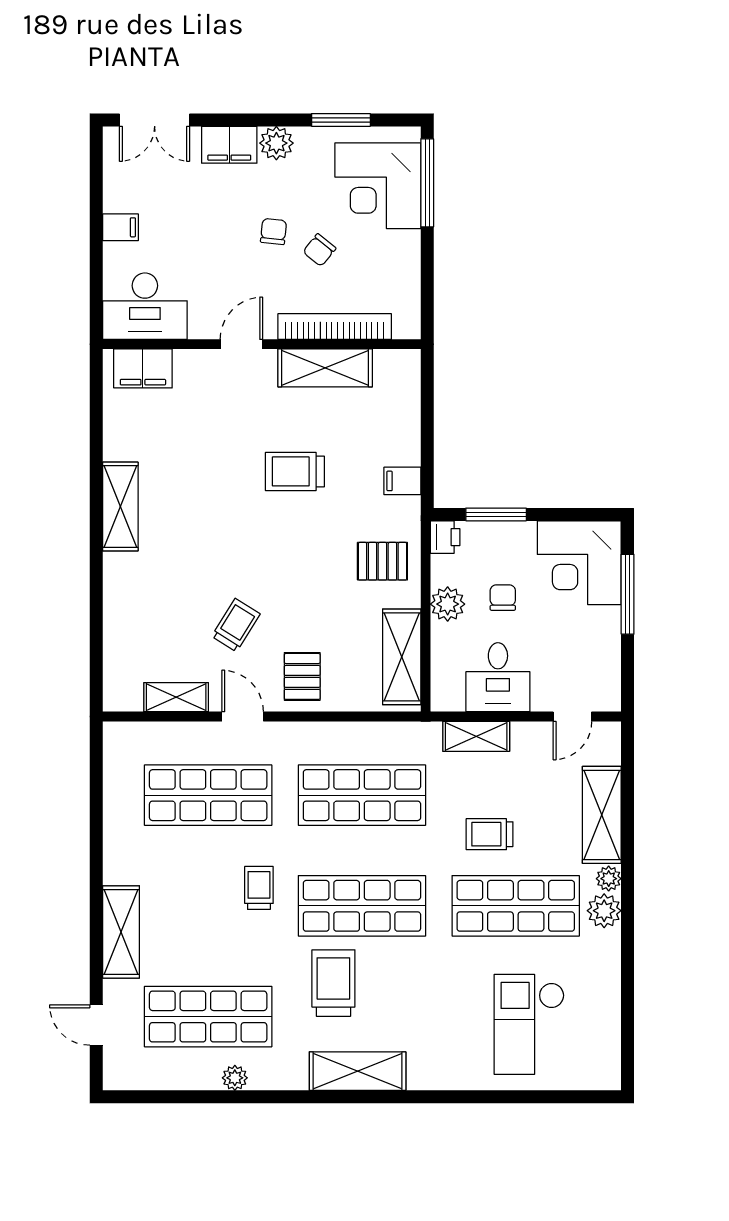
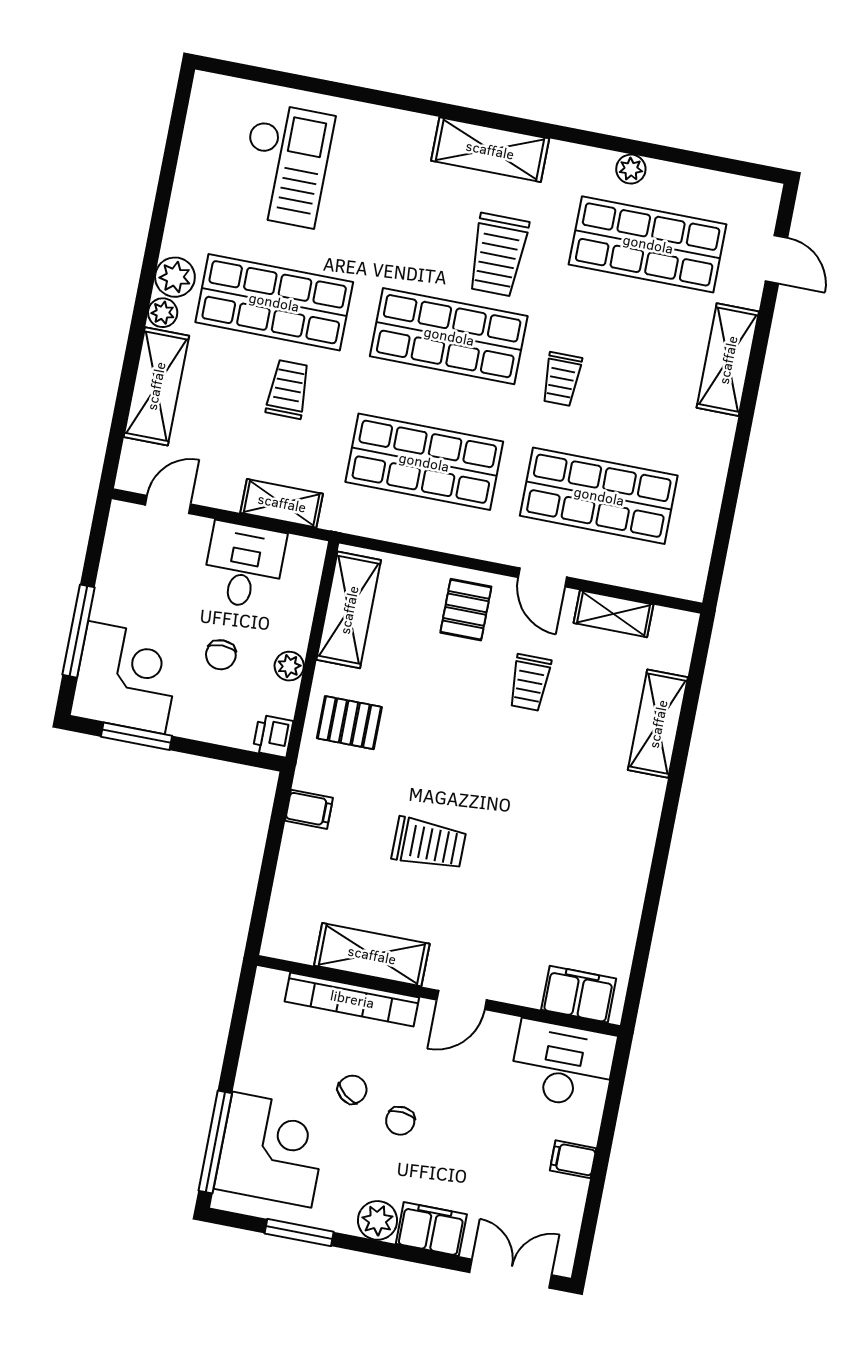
shelving: (120, 507) -> (658, 724), moved
window: (496, 514) -> (137, 736), moved
plant: (448, 604) -> (289, 666), width x0.73, depth x0.73
trolley: (236, 625) -> (530, 682), turned -32
trolley: (490, 834) -> (288, 389), turned -90

